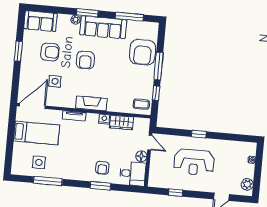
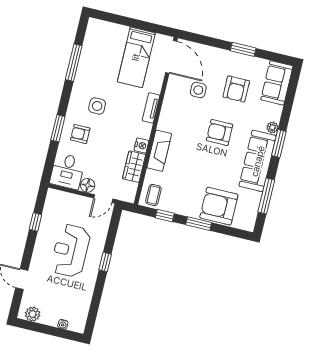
window: (158, 66) -> (199, 224), width x0.69
fireplace: (91, 103) -> (159, 151), moved
side table: (39, 162) -> (97, 106), moved

